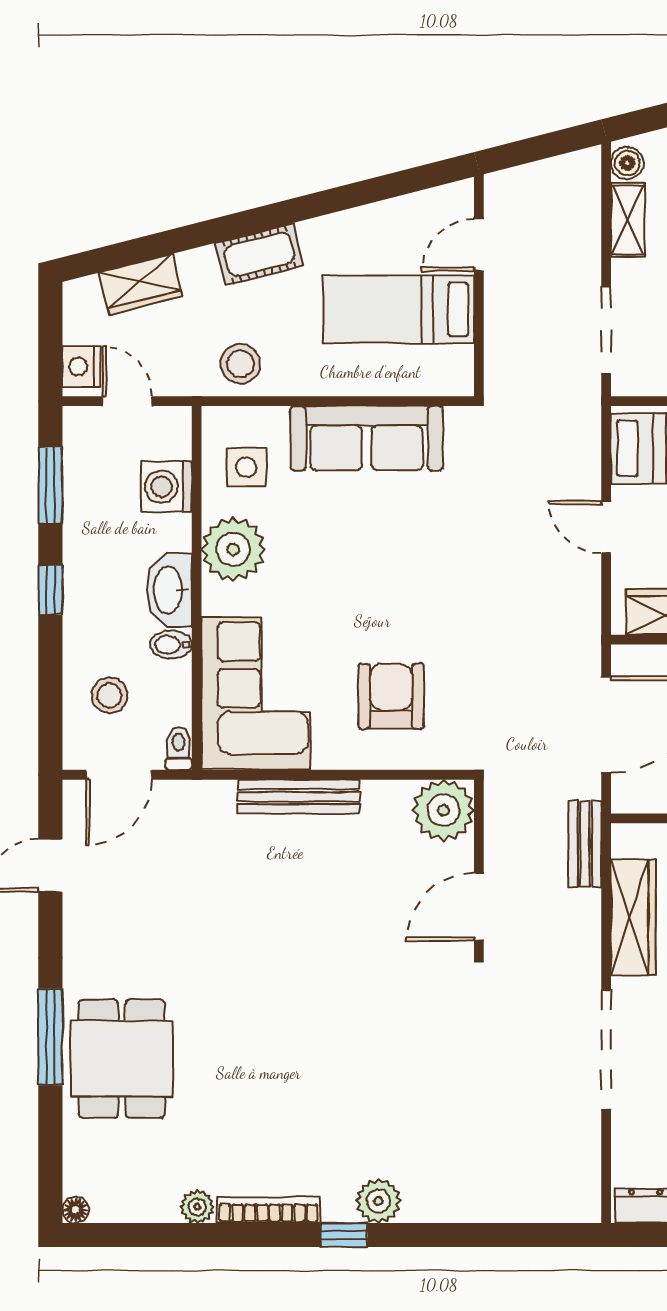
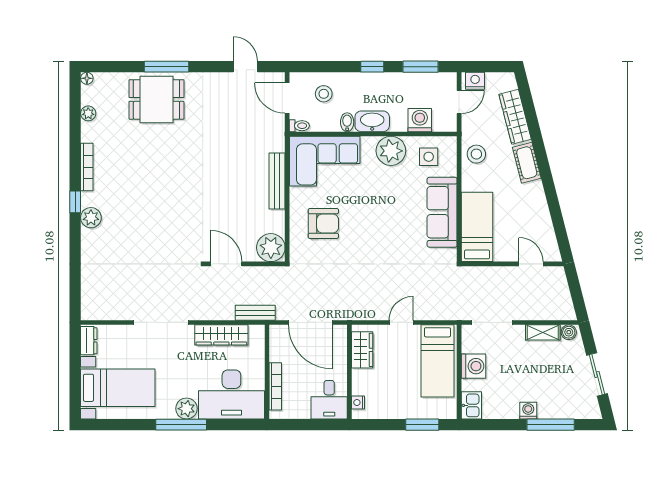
wardrobe: (141, 284) -> (515, 117), width x1.50
bed: (399, 310) -> (477, 227), moved
plant: (197, 1207) -> (88, 113), moved

